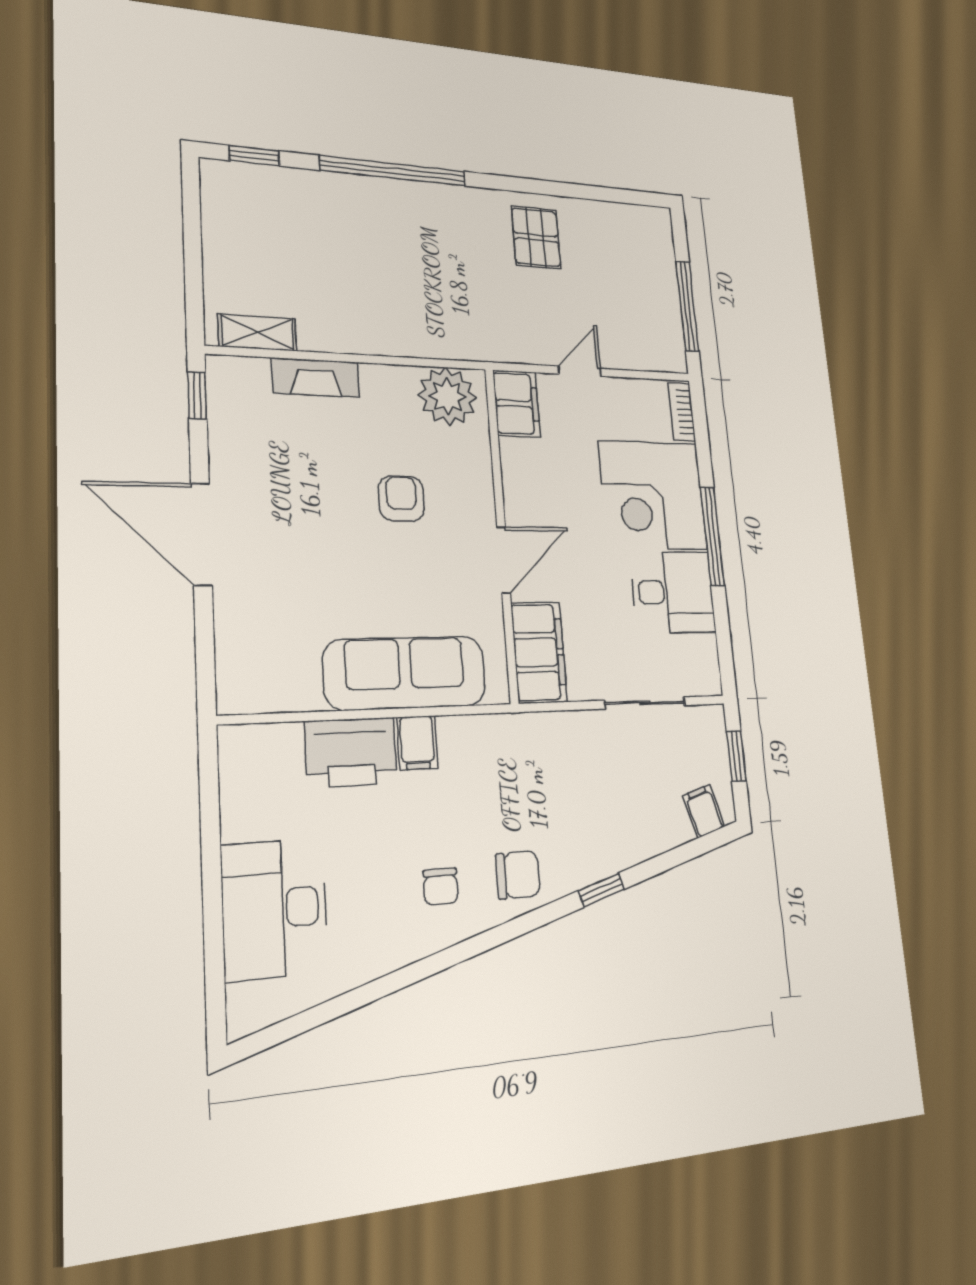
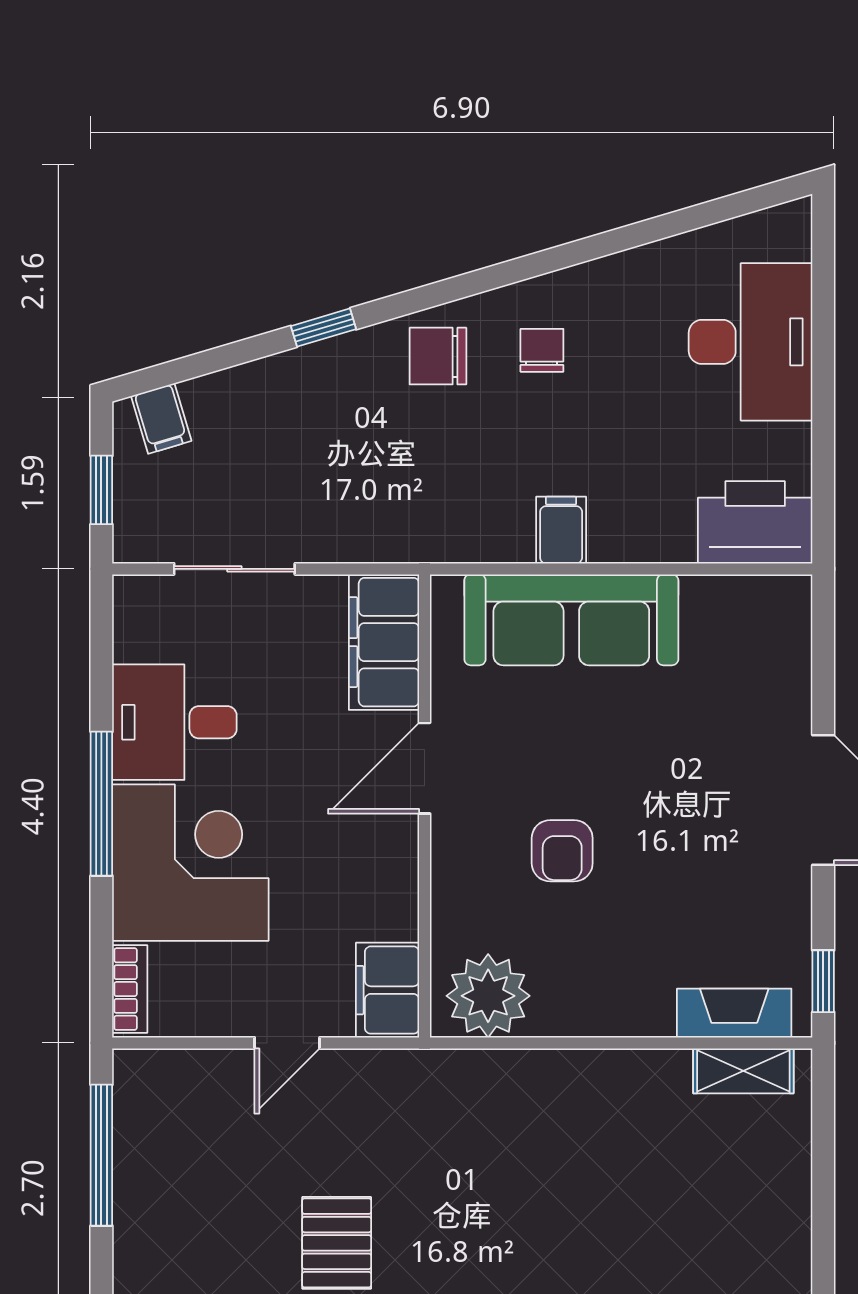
fireplace: (316, 378) -> (734, 1013), moved
printer: (351, 752) -> (755, 522), moved

